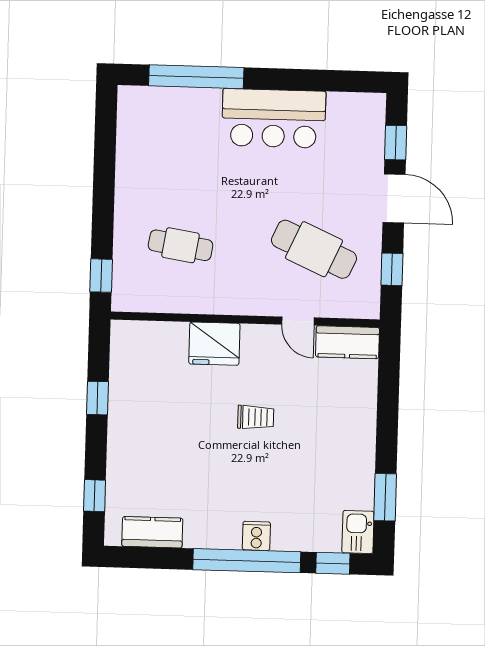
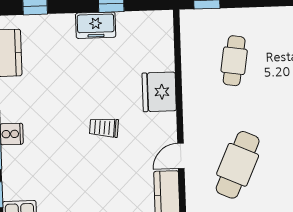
trolley: (256, 417) -> (104, 128), turned 96
freezer: (124, 420) -> (96, 25), added

